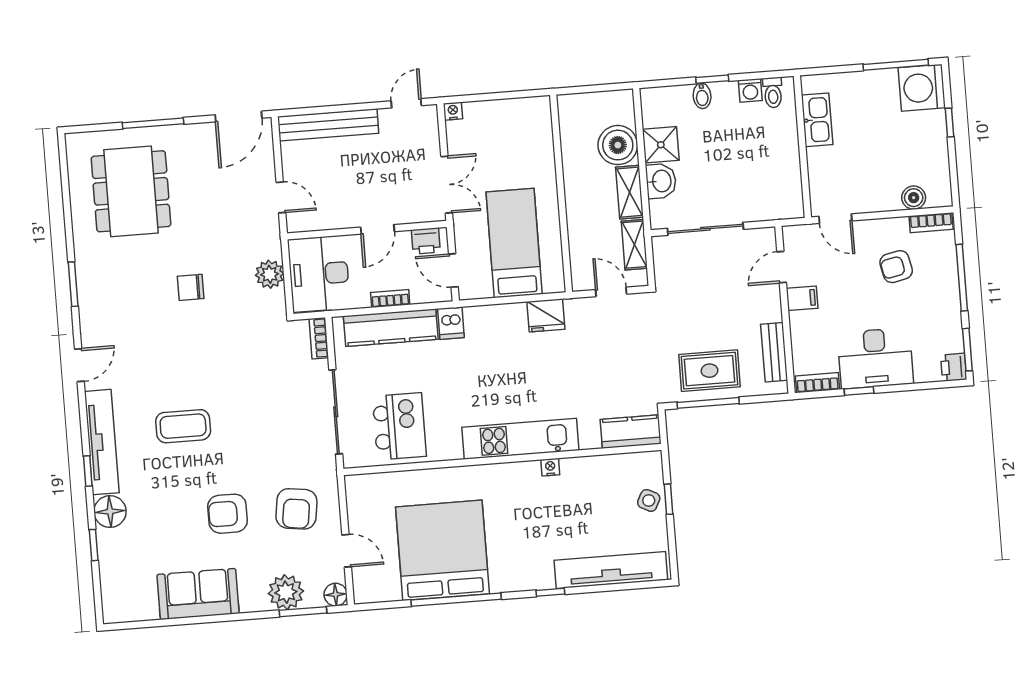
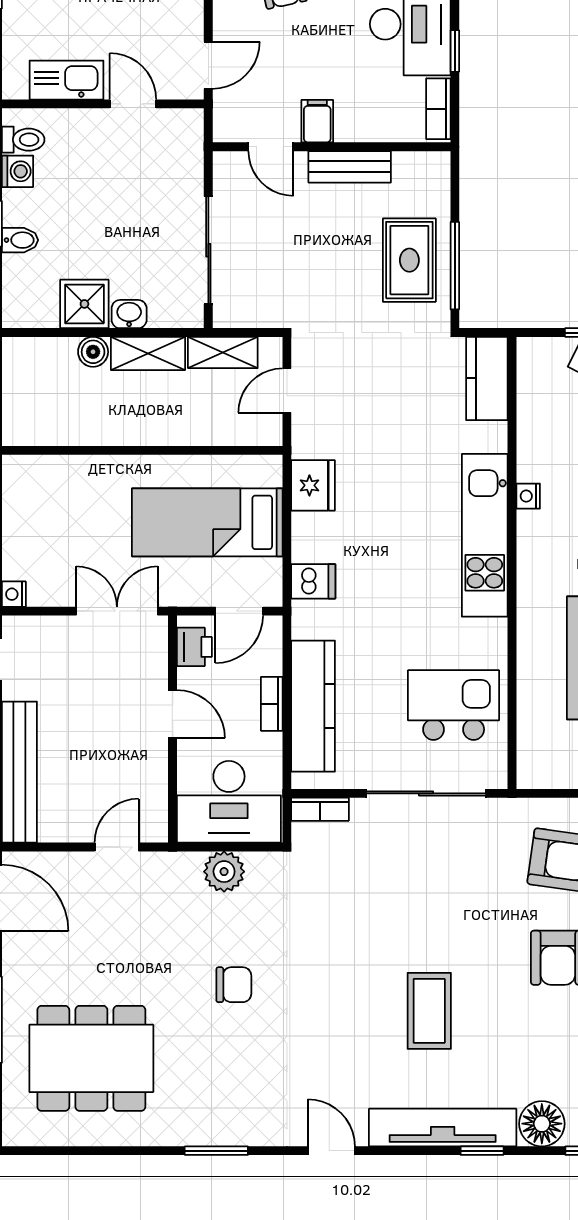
boiler: (618, 145) -> (93, 352), width x0.54, depth x0.54
door: (804, 168) -> (133, 104), added
washbasin: (661, 181) -> (129, 314), width x0.72, depth x0.69
chair: (191, 287) -> (234, 985), turned -90
dishwasher: (451, 323) -> (313, 581), moved
bench: (774, 352) -> (350, 167), moved

